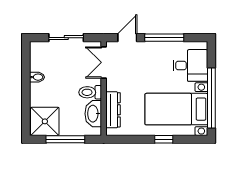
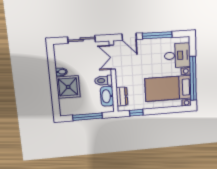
door: (127, 38) -> (129, 37), swing flipped
dresser: (113, 110) -> (122, 96), width x0.70
shower: (45, 121) -> (68, 87), moved
window: (164, 139) -> (136, 113), moved

